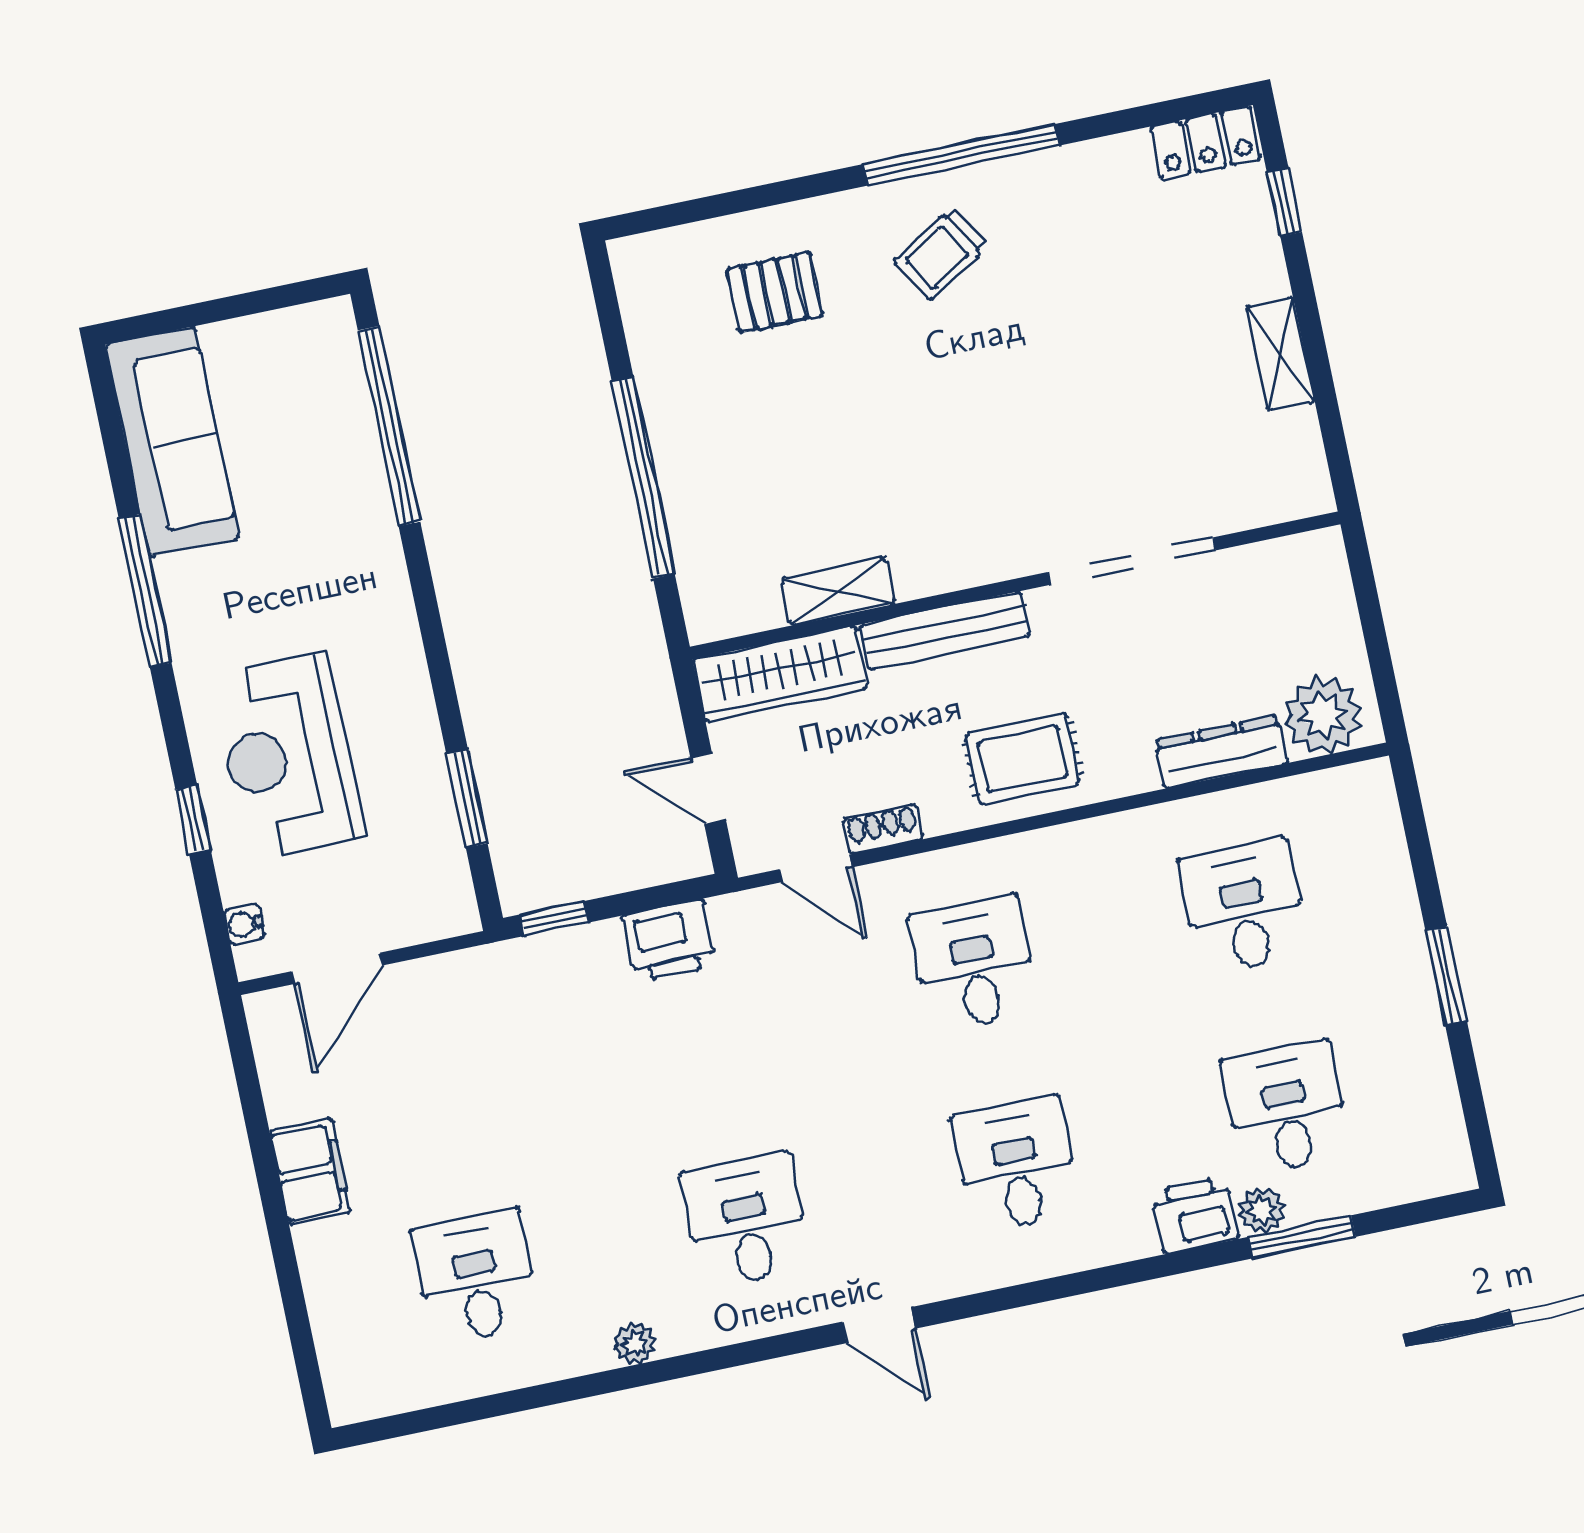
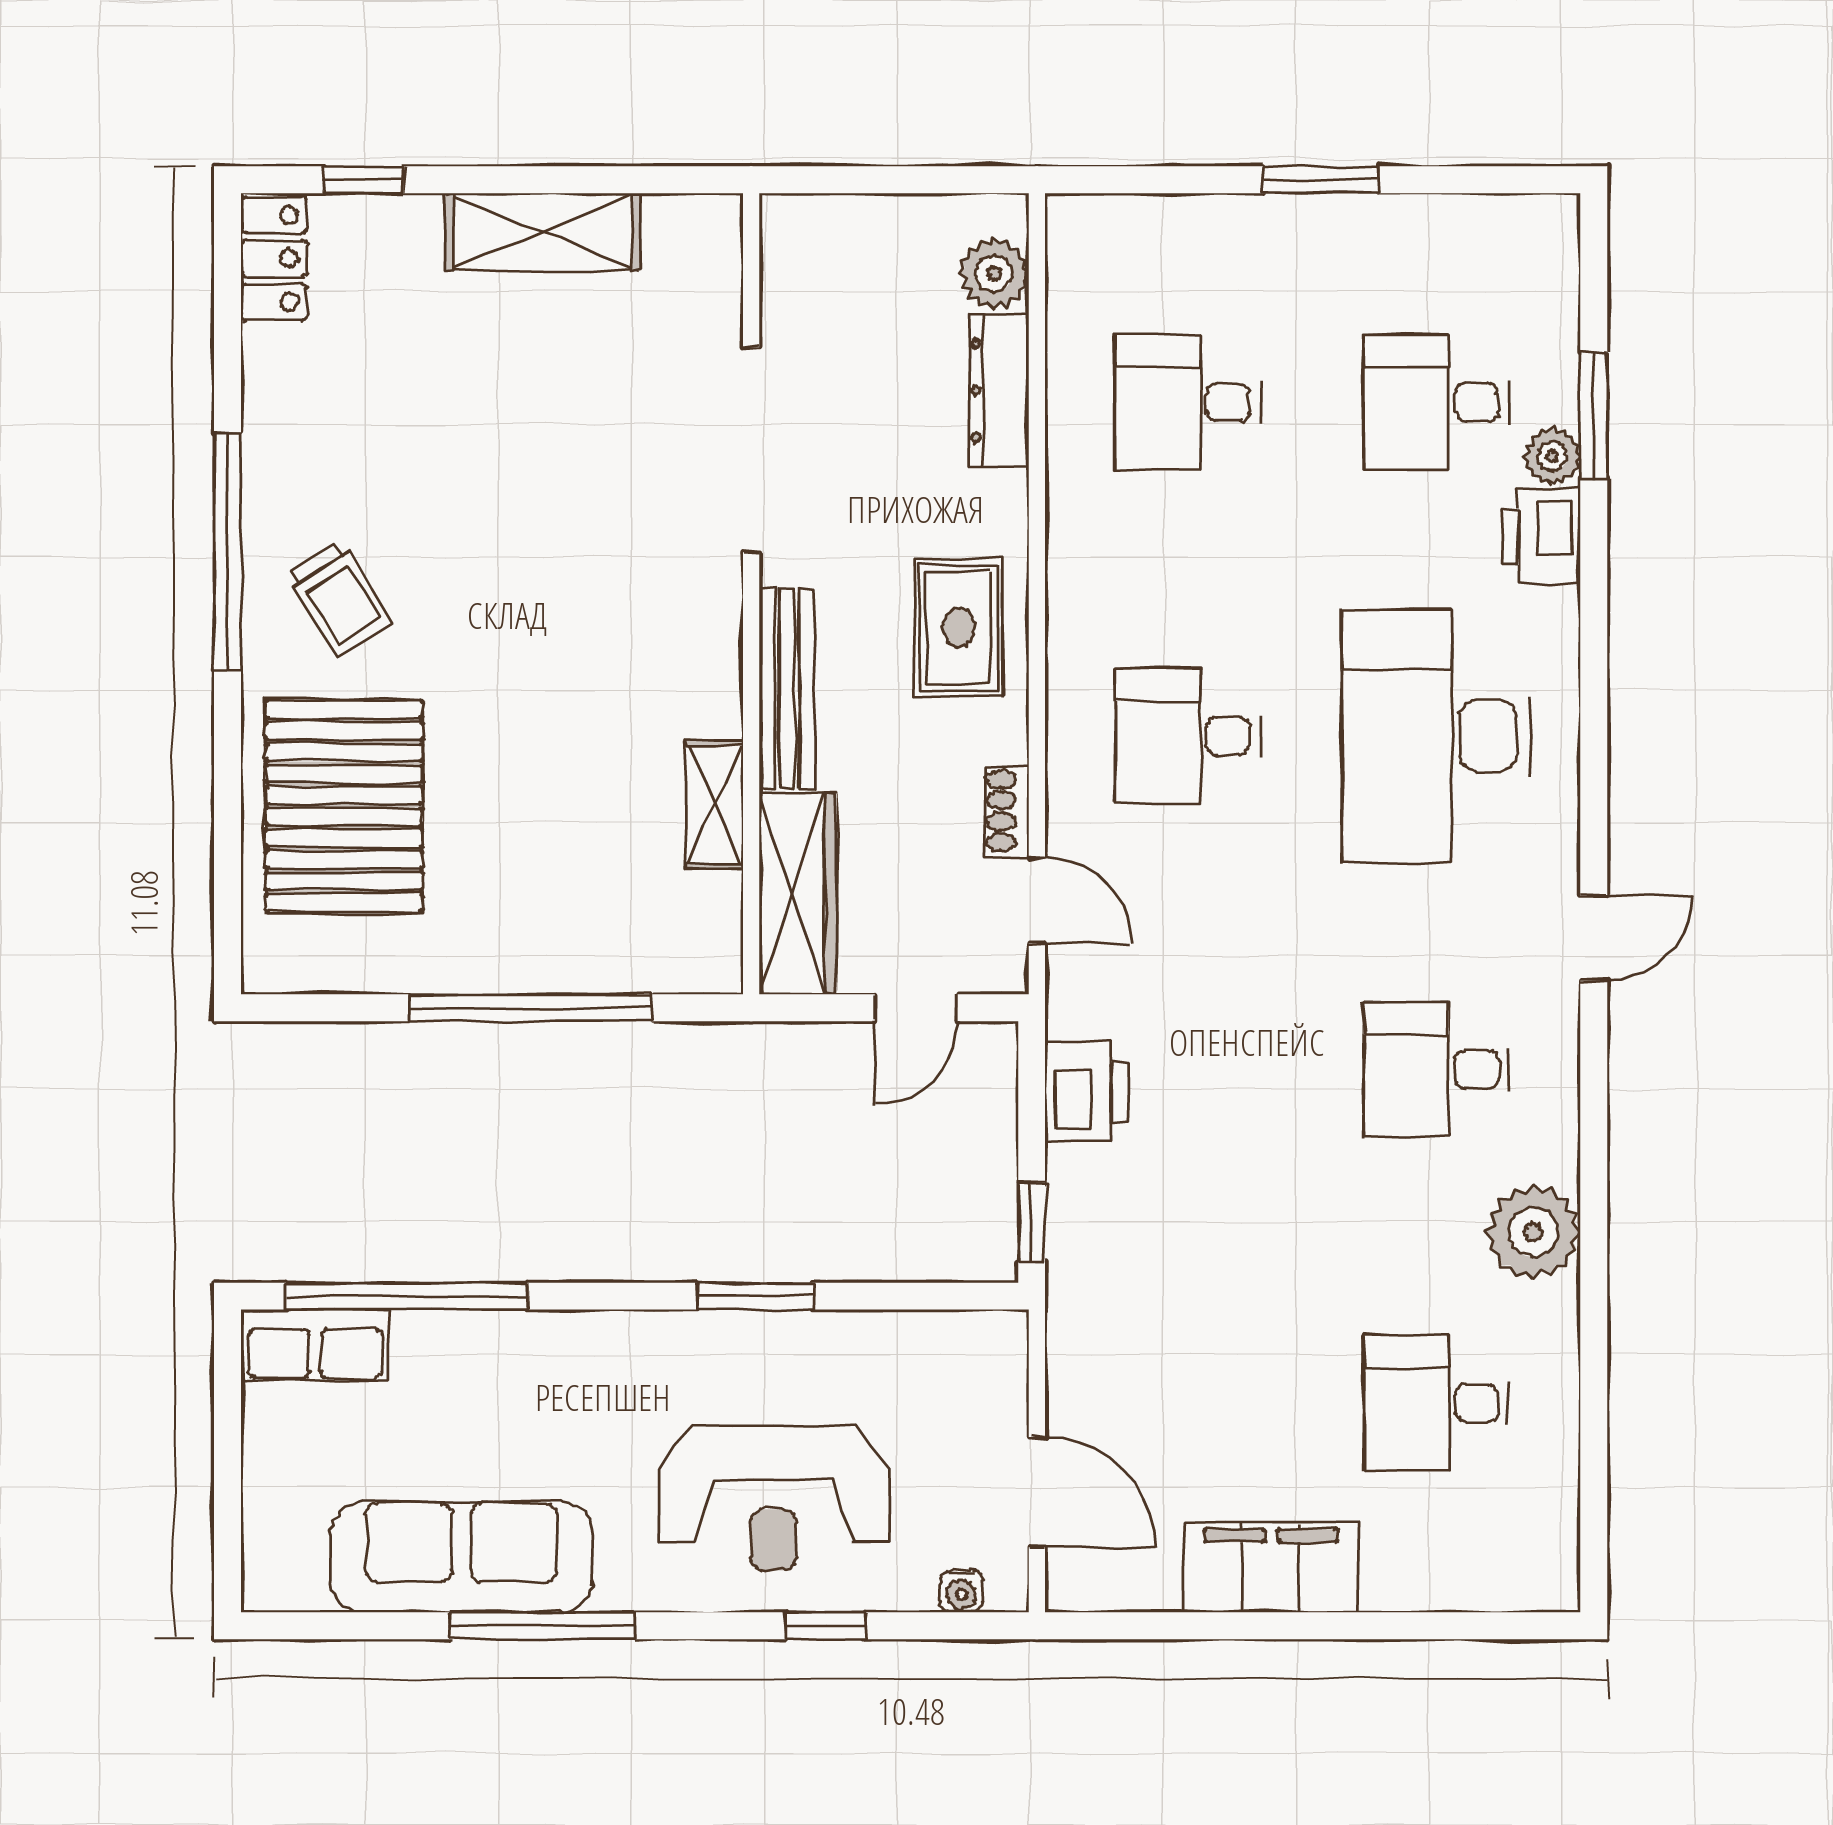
pallet: (775, 292) -> (344, 806), width x2.05, depth x2.00
shelving: (1280, 354) -> (543, 232), width x1.50, depth x1.33
row of seats: (334, 360) -> (315, 1345), added
sofa: (172, 441) -> (461, 1557), moved
plant: (1323, 715) -> (994, 274), width x0.73, depth x0.73
window: (467, 798) -> (755, 1296), moved
door: (816, 868) -> (1037, 900), hinge flipped
desk: (1016, 1164) -> (1437, 736), width x1.87, depth x1.30
filing cabinet: (310, 1172) -> (1271, 1567), width x1.50, depth x1.17
plant: (635, 1344) -> (1533, 1232), width x1.87, depth x1.87

